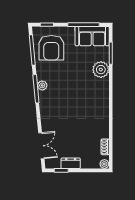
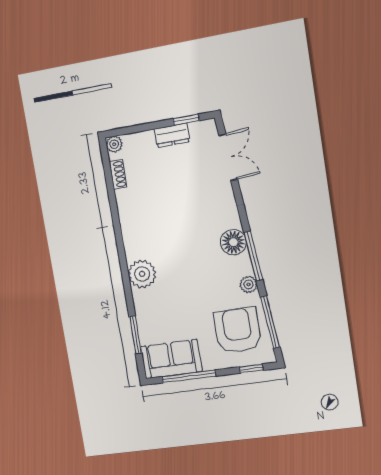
plant: (101, 70) -> (142, 274), moved
plant: (42, 85) -> (249, 284), moved
floor lamp: (46, 98) -> (233, 242), added
double door: (41, 146) -> (228, 157), swing flipped

